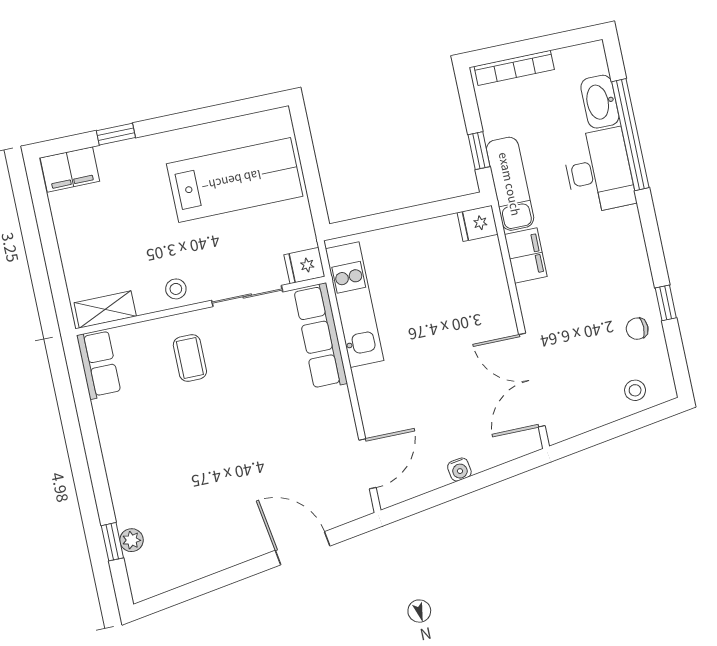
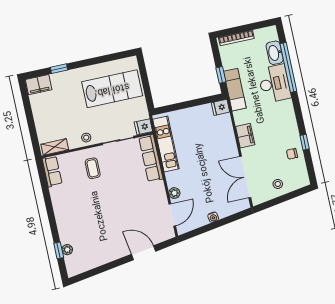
filing cabinet: (526, 255) -> (245, 136), moved
stool: (635, 390) -> (278, 184), moved
plant: (373, 415) -> (174, 193), added

